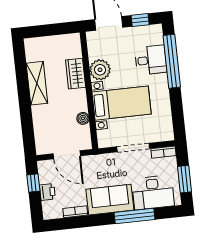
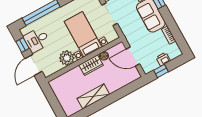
desk: (151, 60) -> (37, 40), moved, turned -90
wardrobe: (76, 74) -> (91, 65), moved
door: (67, 155) -> (133, 57), swing flipped

